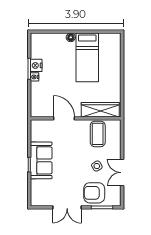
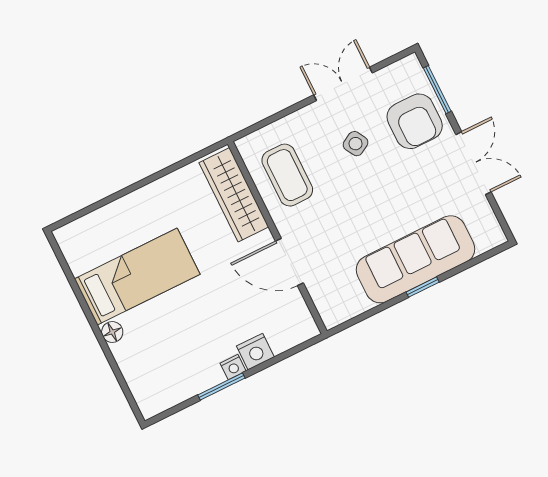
nightstand: (36, 65) -> (255, 352), moved
door: (64, 118) -> (289, 262), hinge flipped
coffee table: (98, 134) -> (287, 175), turned 90
sofa: (41, 160) -> (416, 259), width x1.36
double door: (122, 173) -> (343, 84), swing flipped

